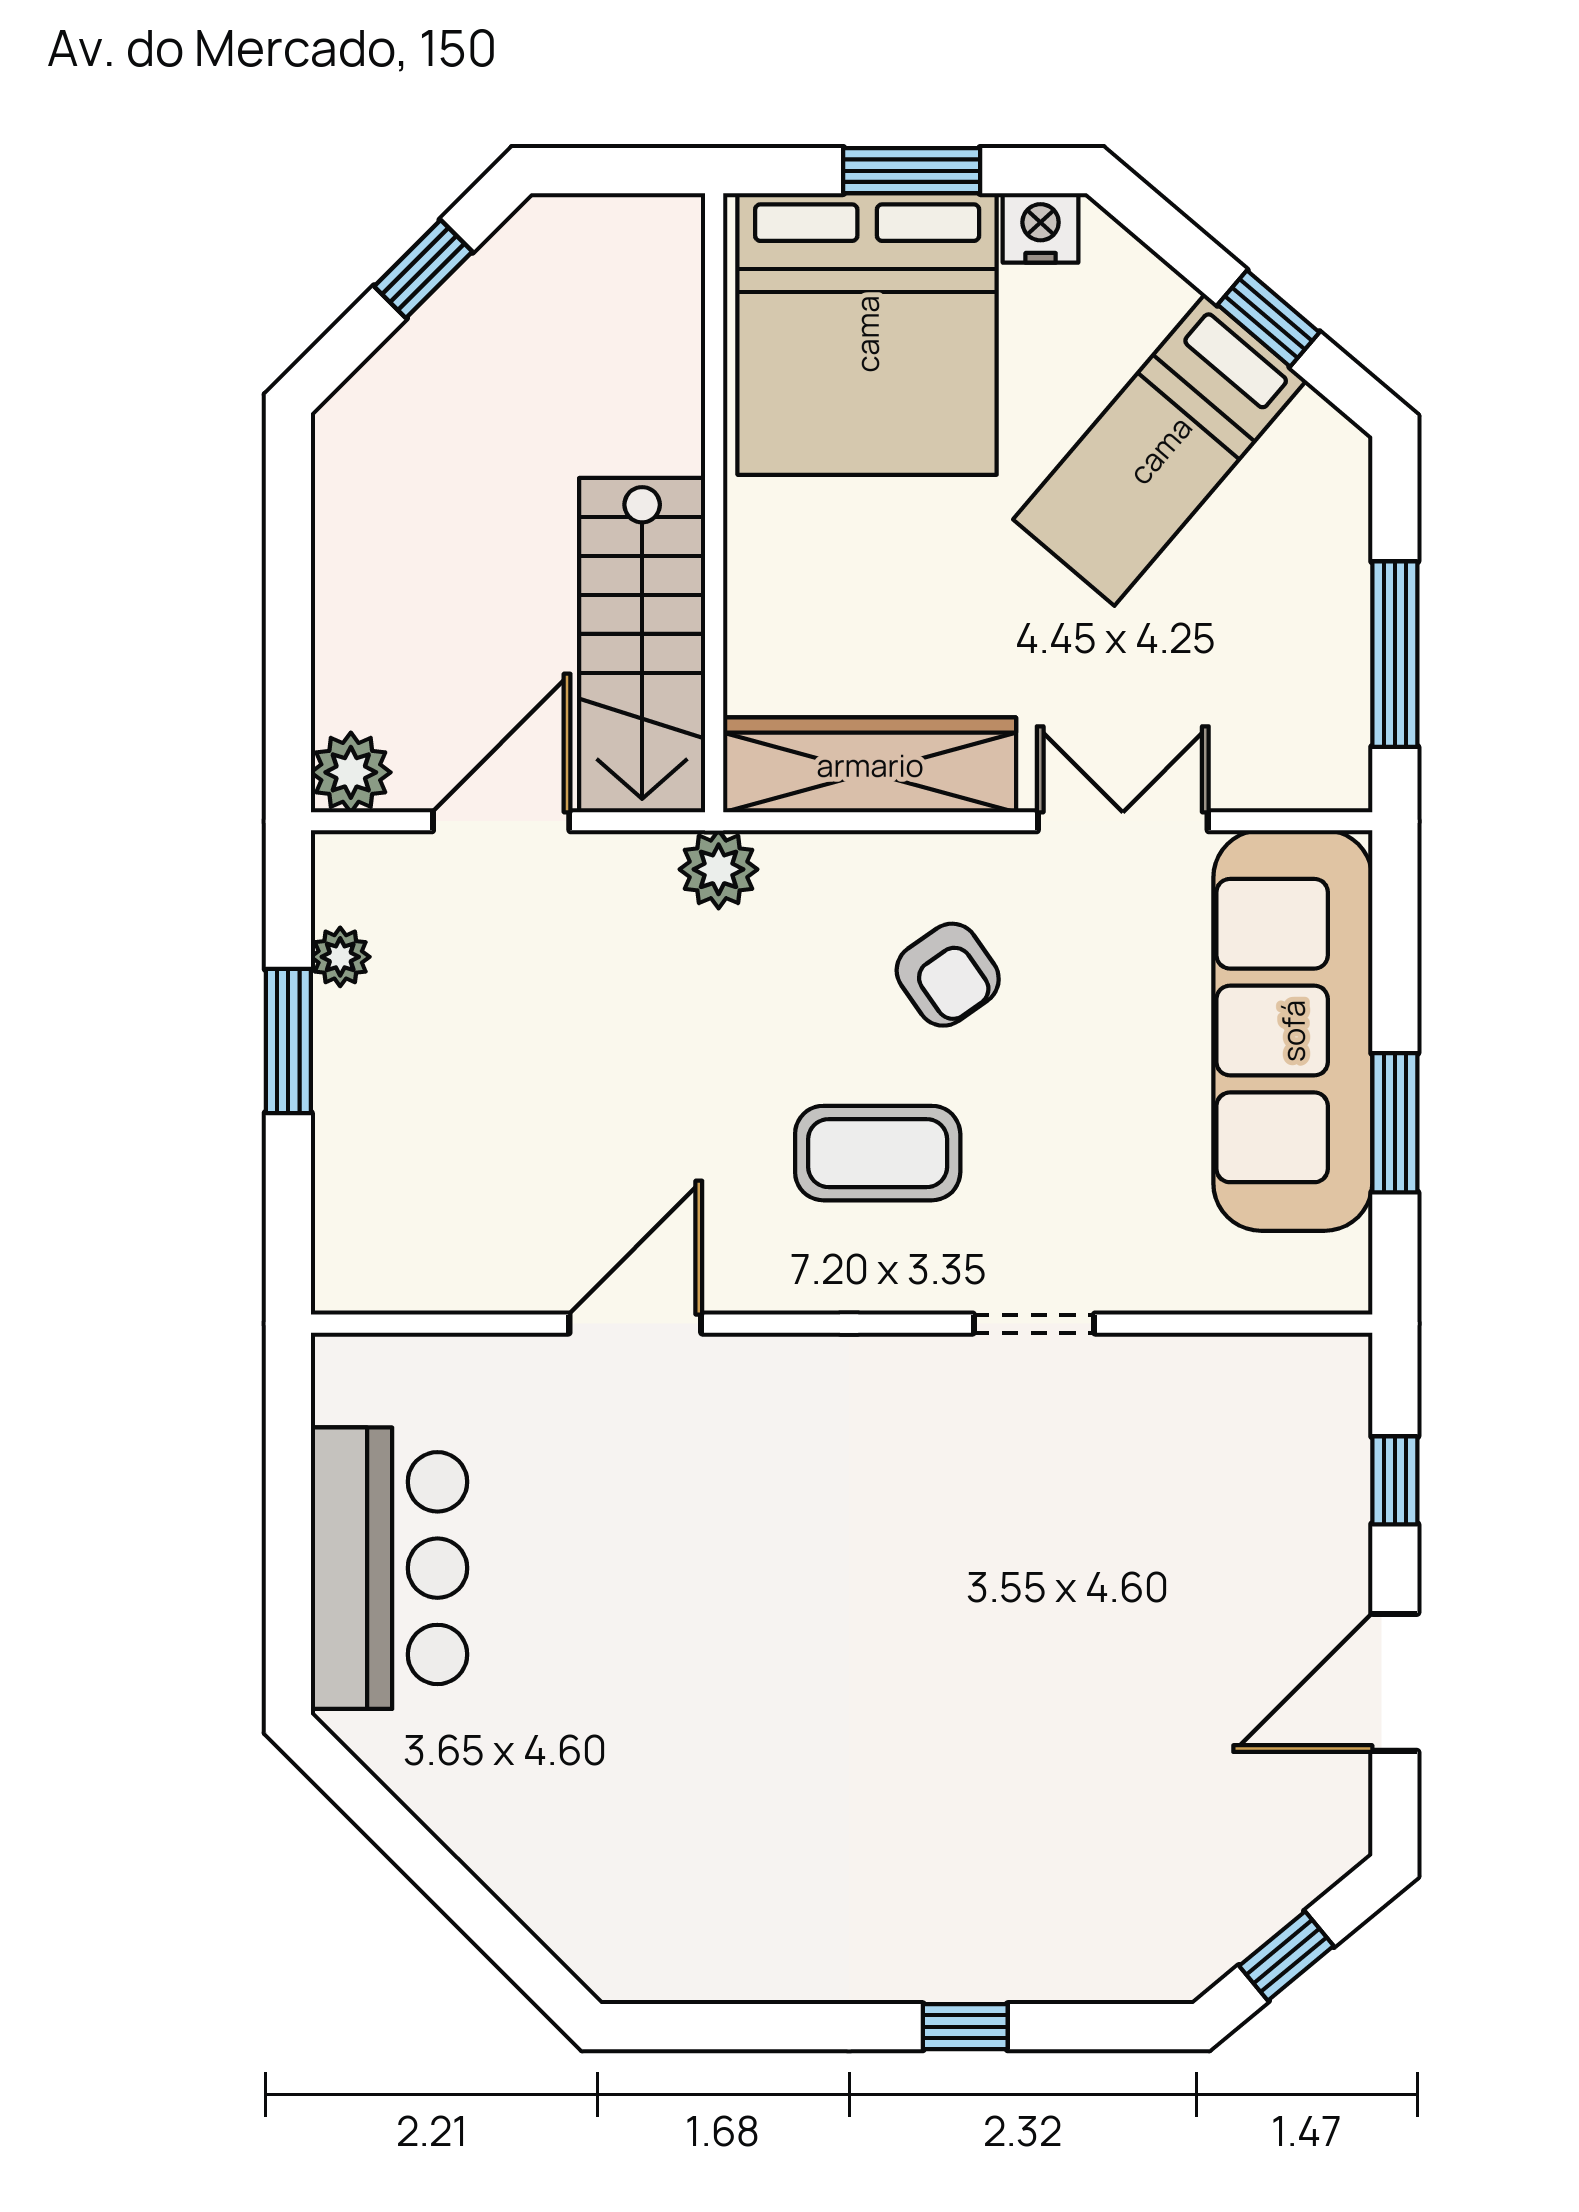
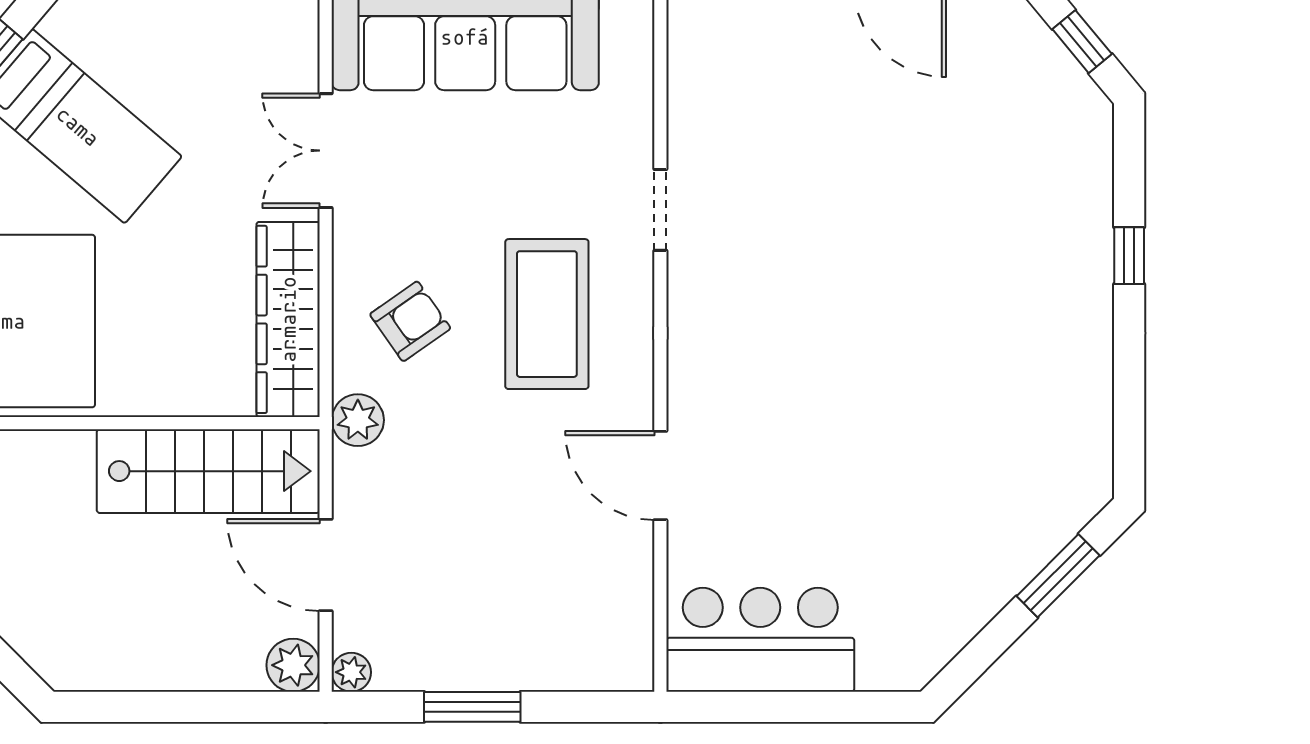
plant: (340, 957) -> (351, 672), moved
armchair: (948, 975) -> (410, 321), moved
coffee table: (878, 1153) -> (547, 314), width x1.36, depth x1.32
bar counter: (389, 1568) -> (760, 640), moved
window: (485, 1920) -> (1058, 576), added

